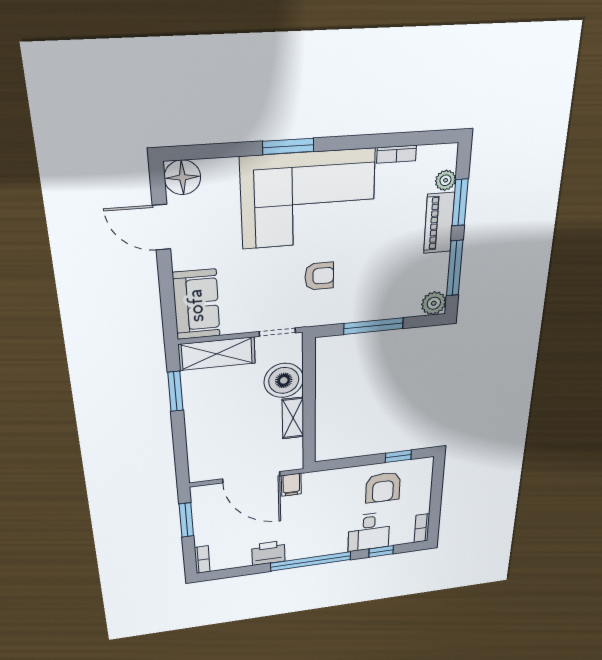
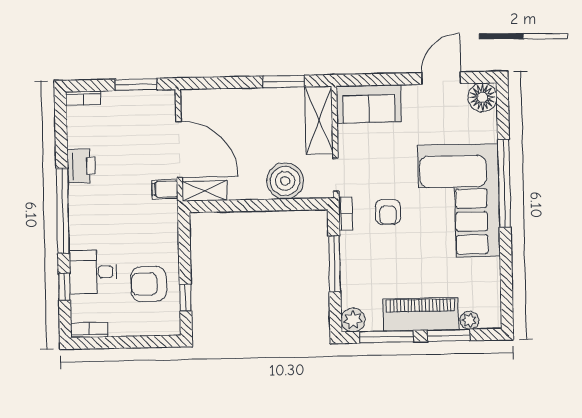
window: (288, 146) -> (504, 183), width x2.11
bookcase: (397, 154) -> (346, 214), moved, turned 180
piano: (439, 223) -> (421, 314), width x1.37, depth x1.33
shelving: (293, 418) -> (205, 191), moved
door: (251, 477) -> (179, 149), swing flipped

